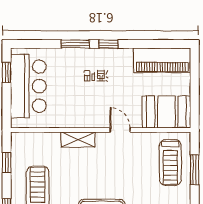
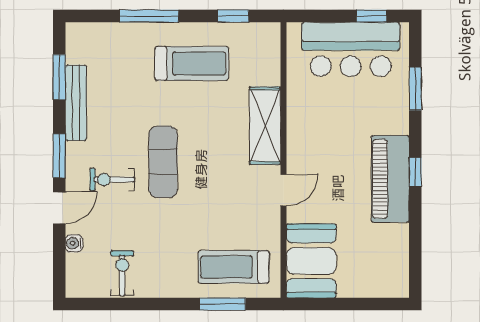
window: (75, 44) -> (415, 89), moved
piano: (162, 60) -> (390, 179), moved
shelving: (78, 140) -> (265, 126), width x1.50, depth x1.33

